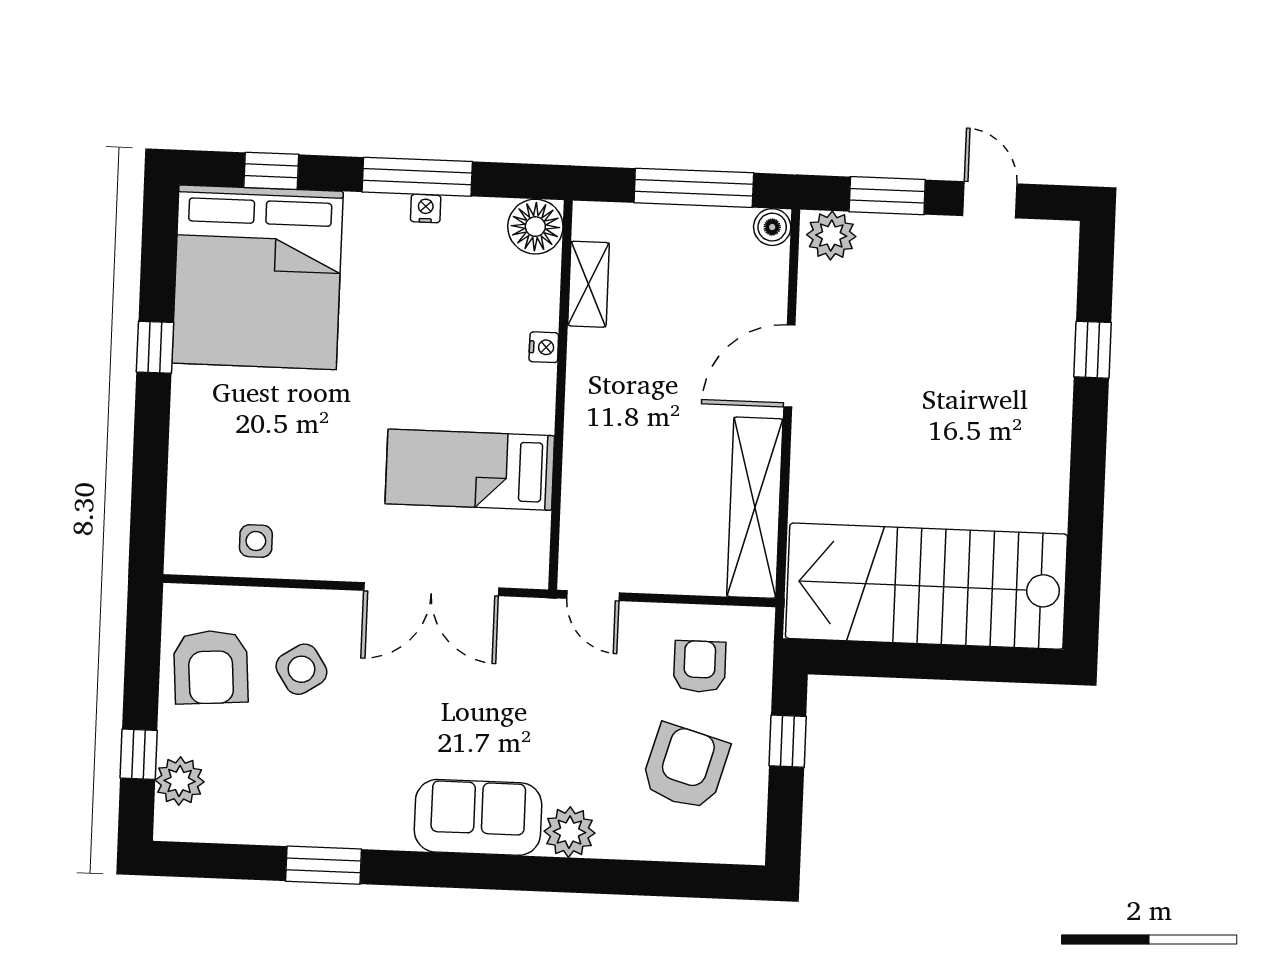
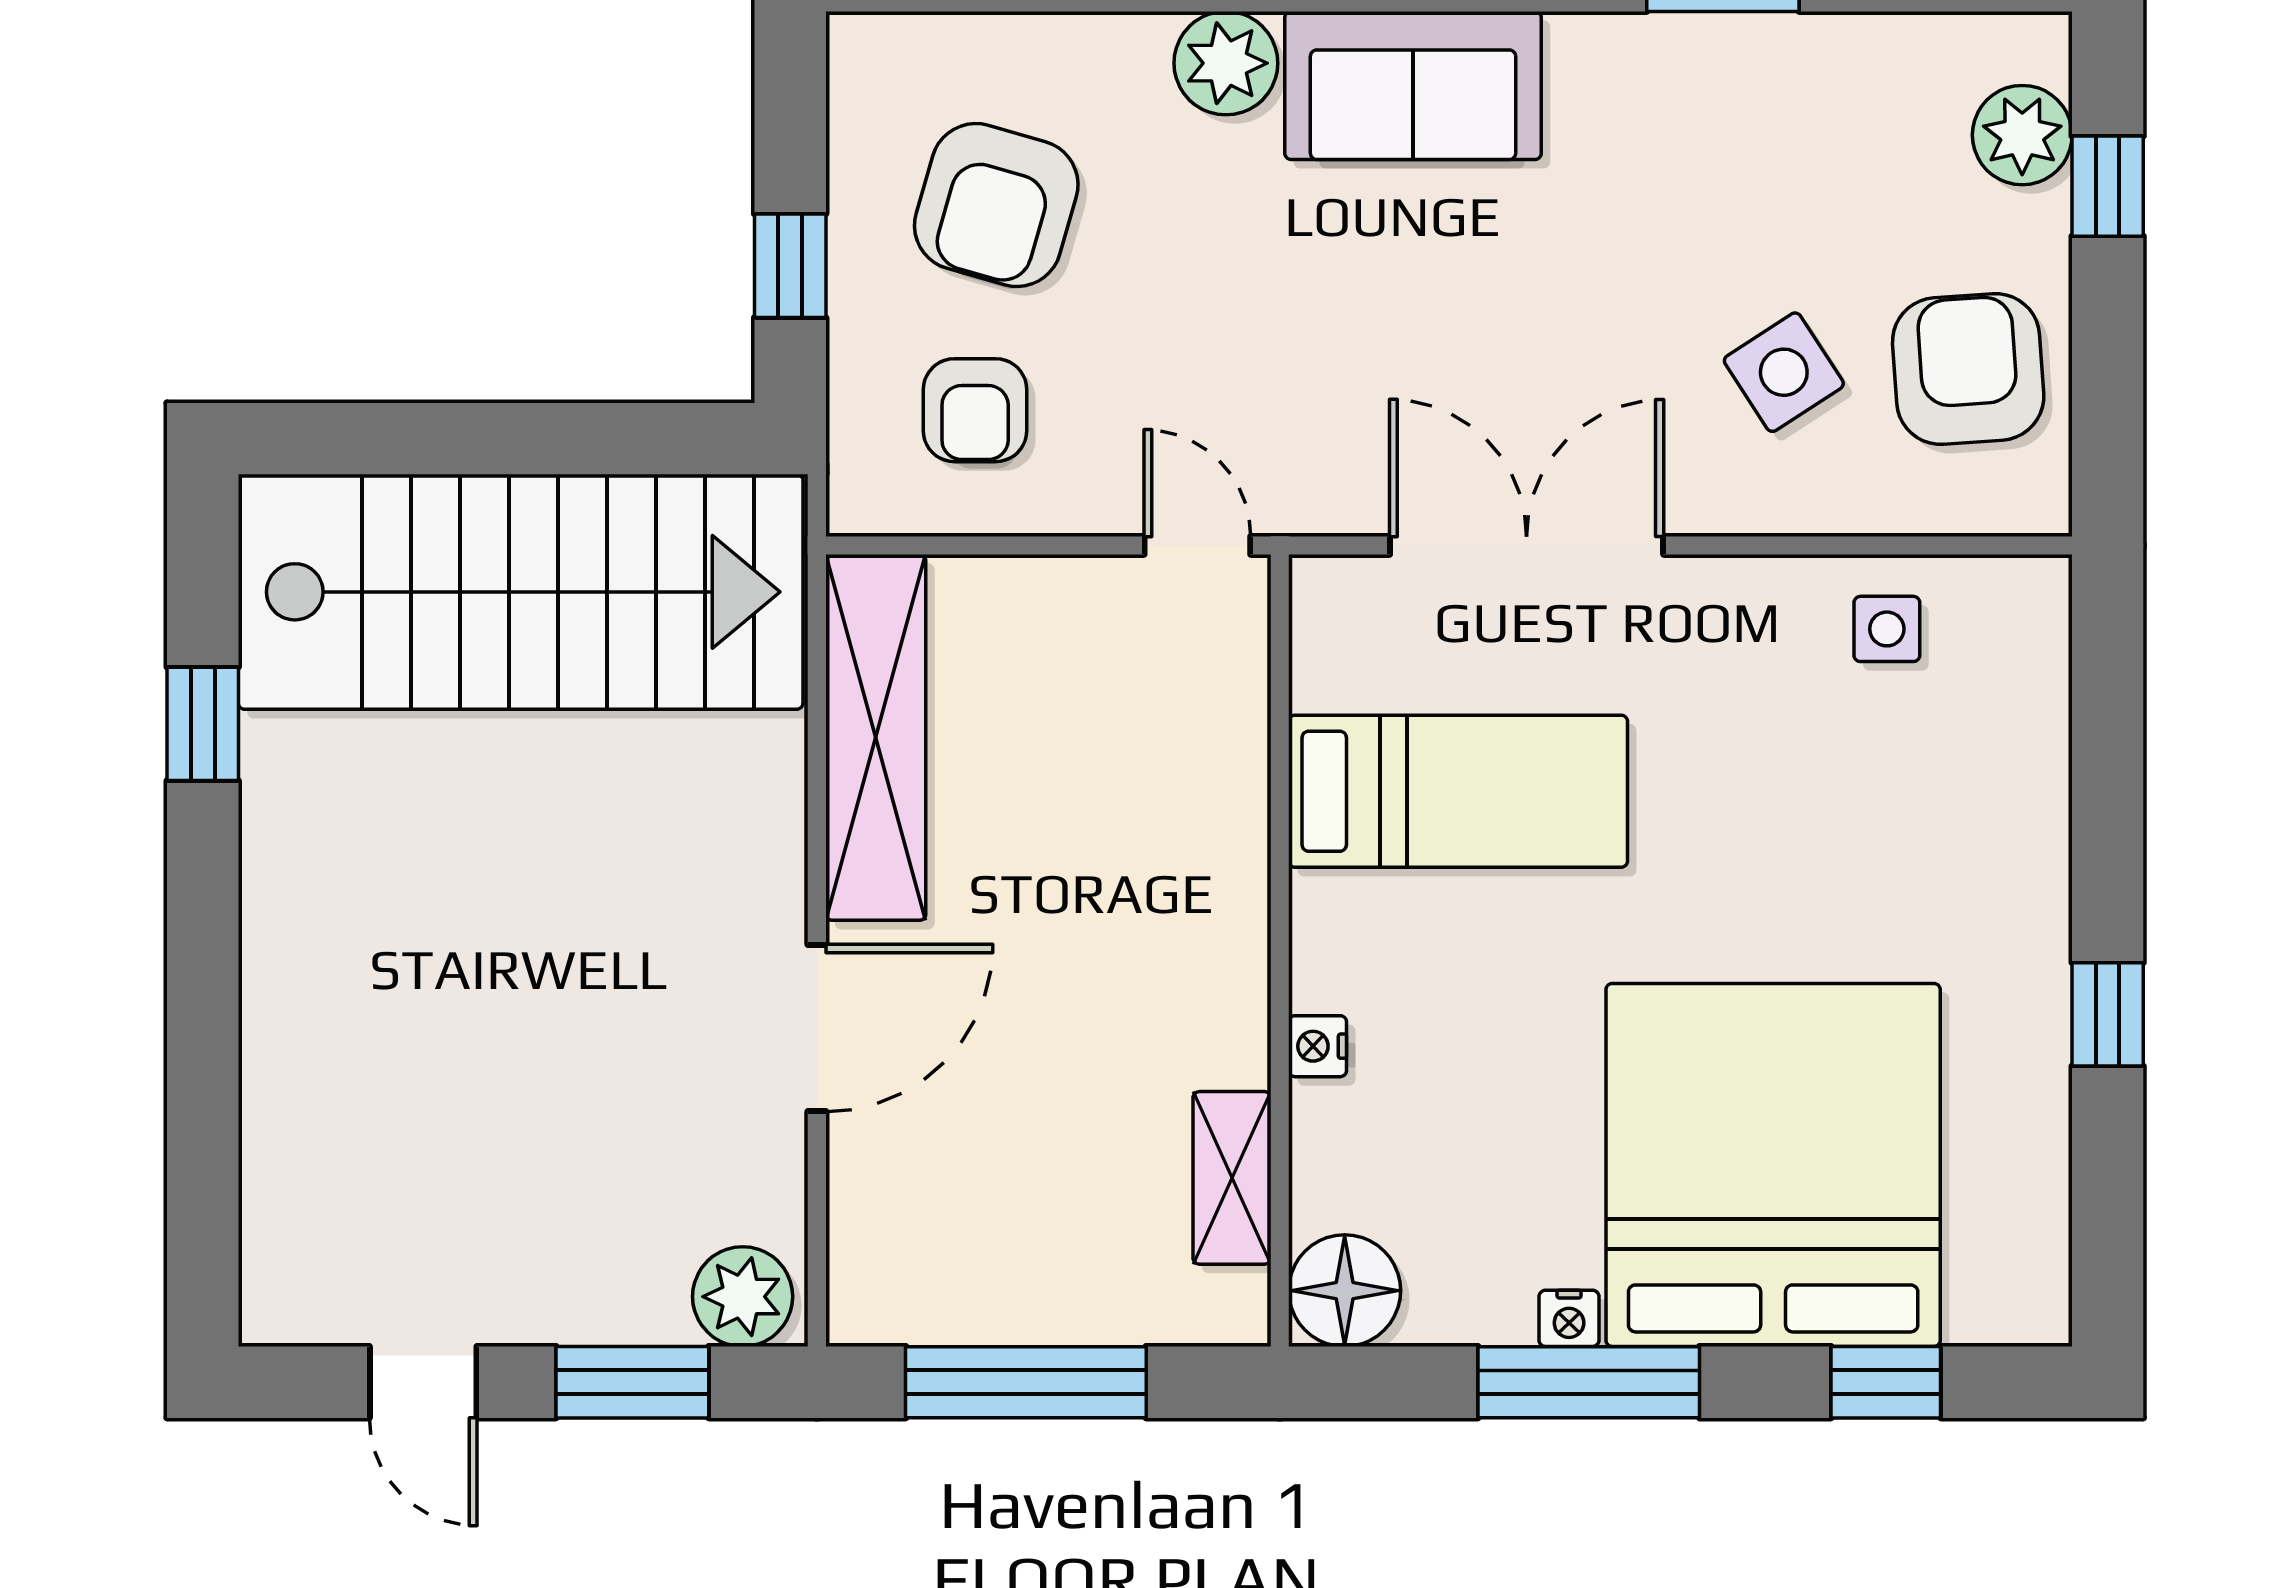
boiler: (772, 227) -> (863, 1309), removed
bed: (258, 277) -> (1773, 1165), moved
window: (1092, 350) -> (203, 724), moved

